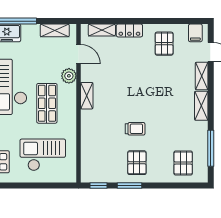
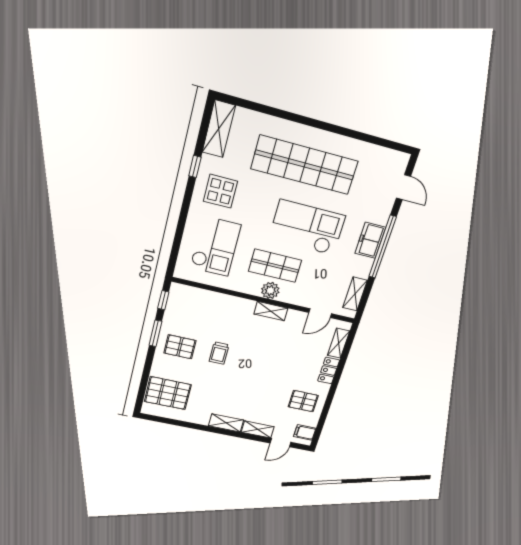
plant: (69, 76) -> (270, 290), moved
window: (211, 148) -> (177, 423), removed
pallet: (183, 163) -> (168, 393), width x1.50, depth x1.42

